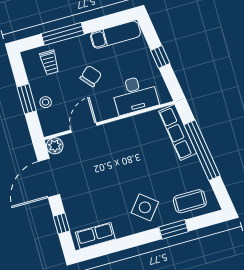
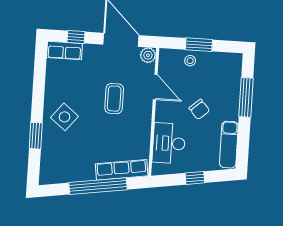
trolley: (49, 62) -> (225, 77), removed
coffee table: (190, 201) -> (114, 99), moved
row of seats: (95, 236) -> (64, 50), moved, turned 90

